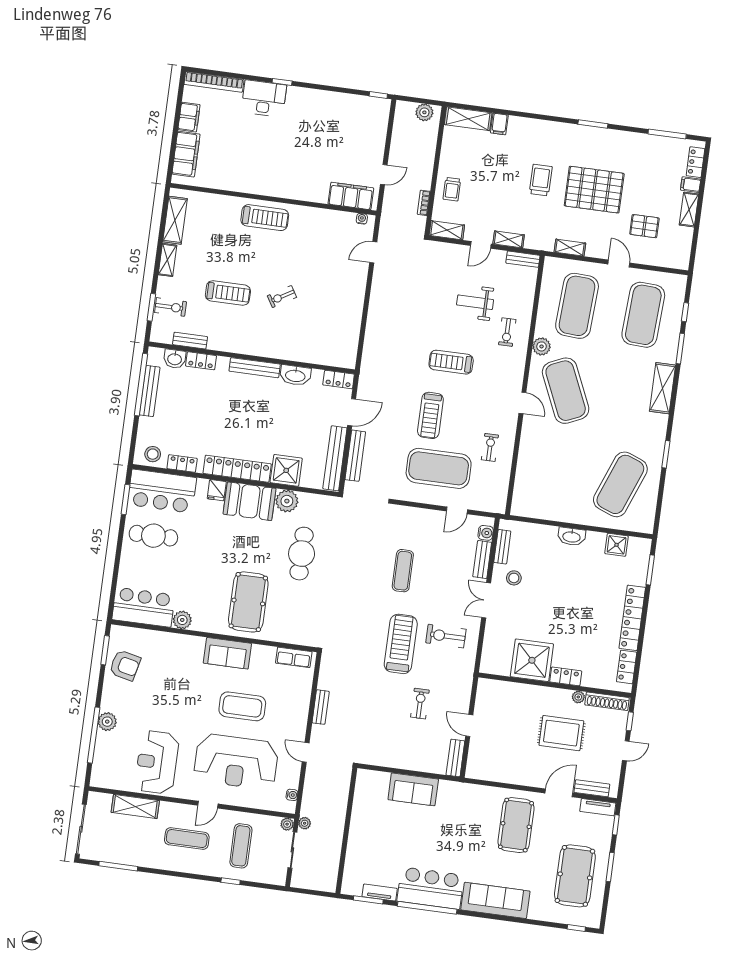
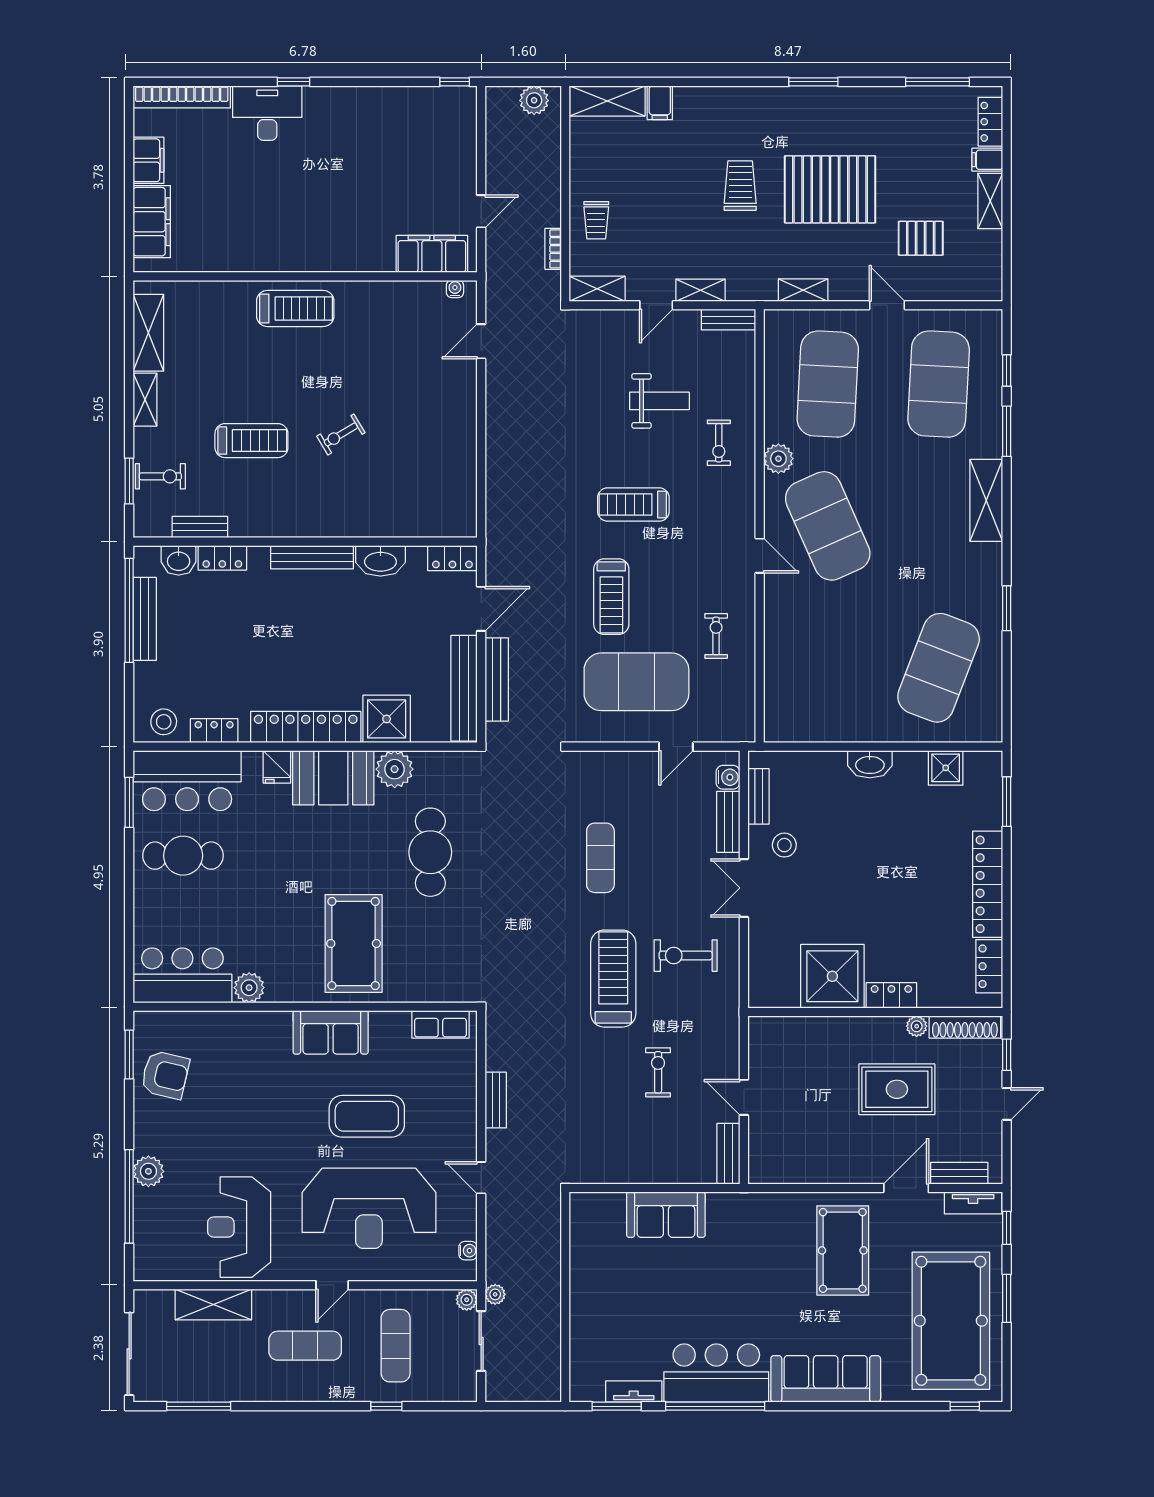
weight bench: (475, 302) -> (659, 401), turned 180
pool table: (575, 876) -> (951, 1321), width x1.36, depth x1.32

